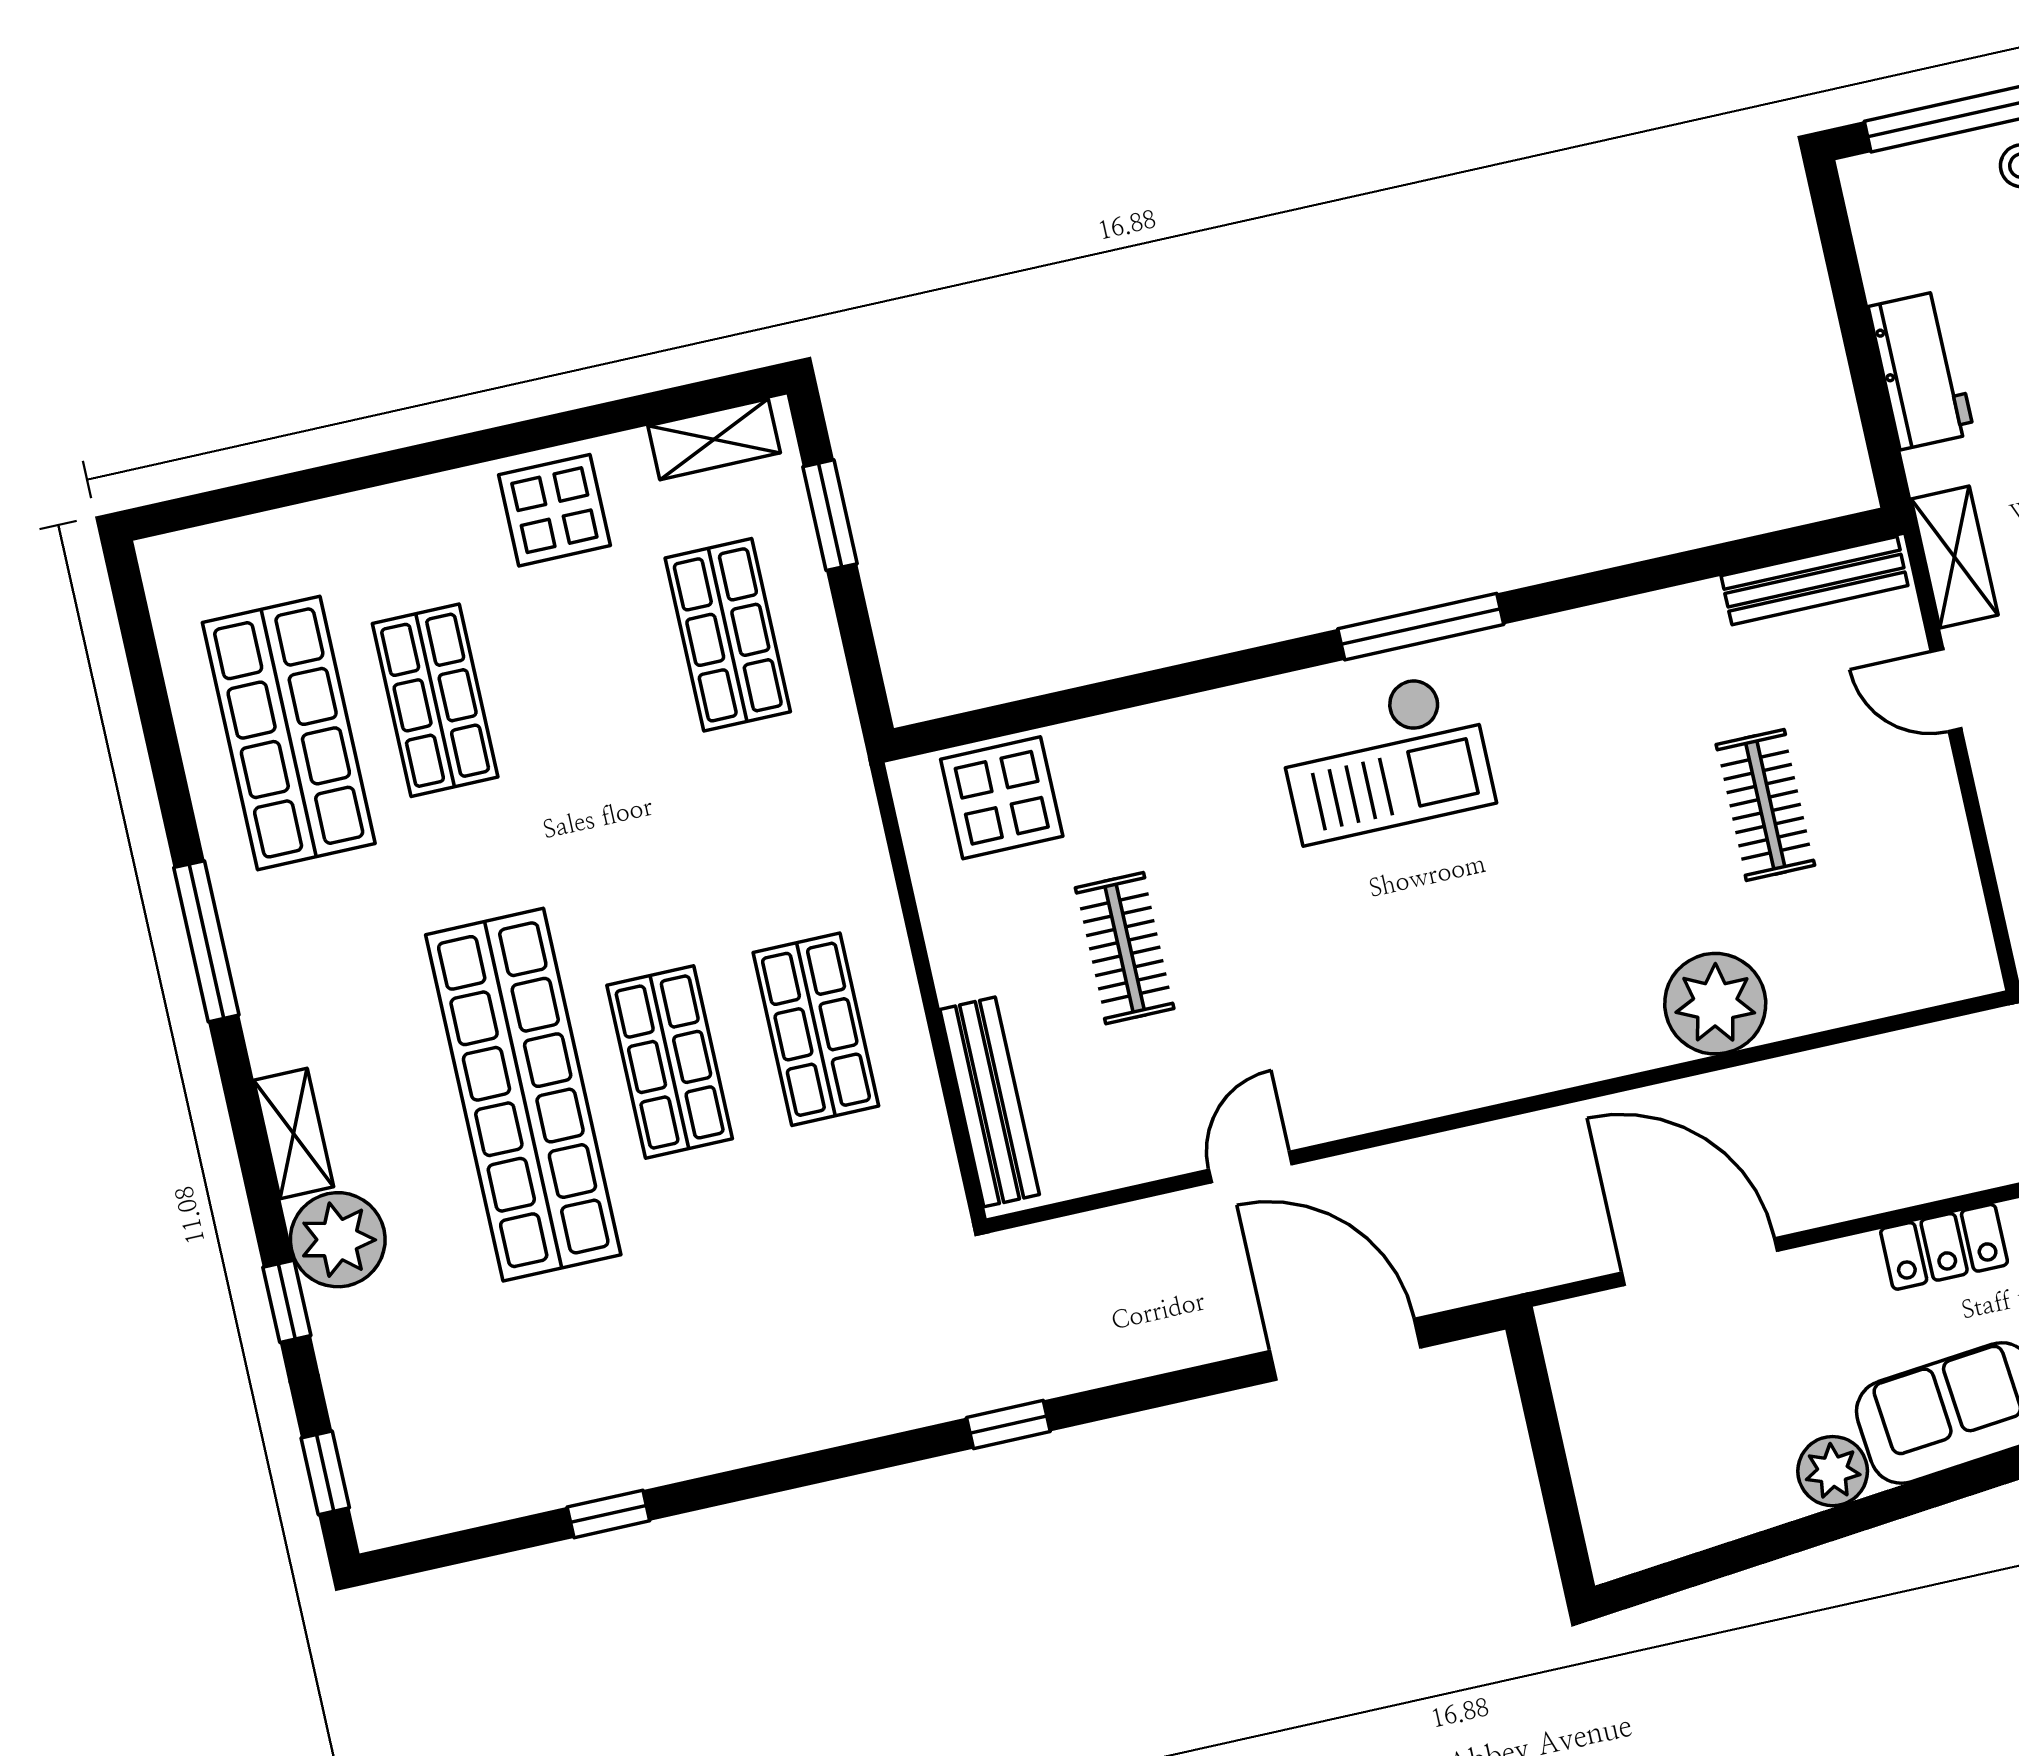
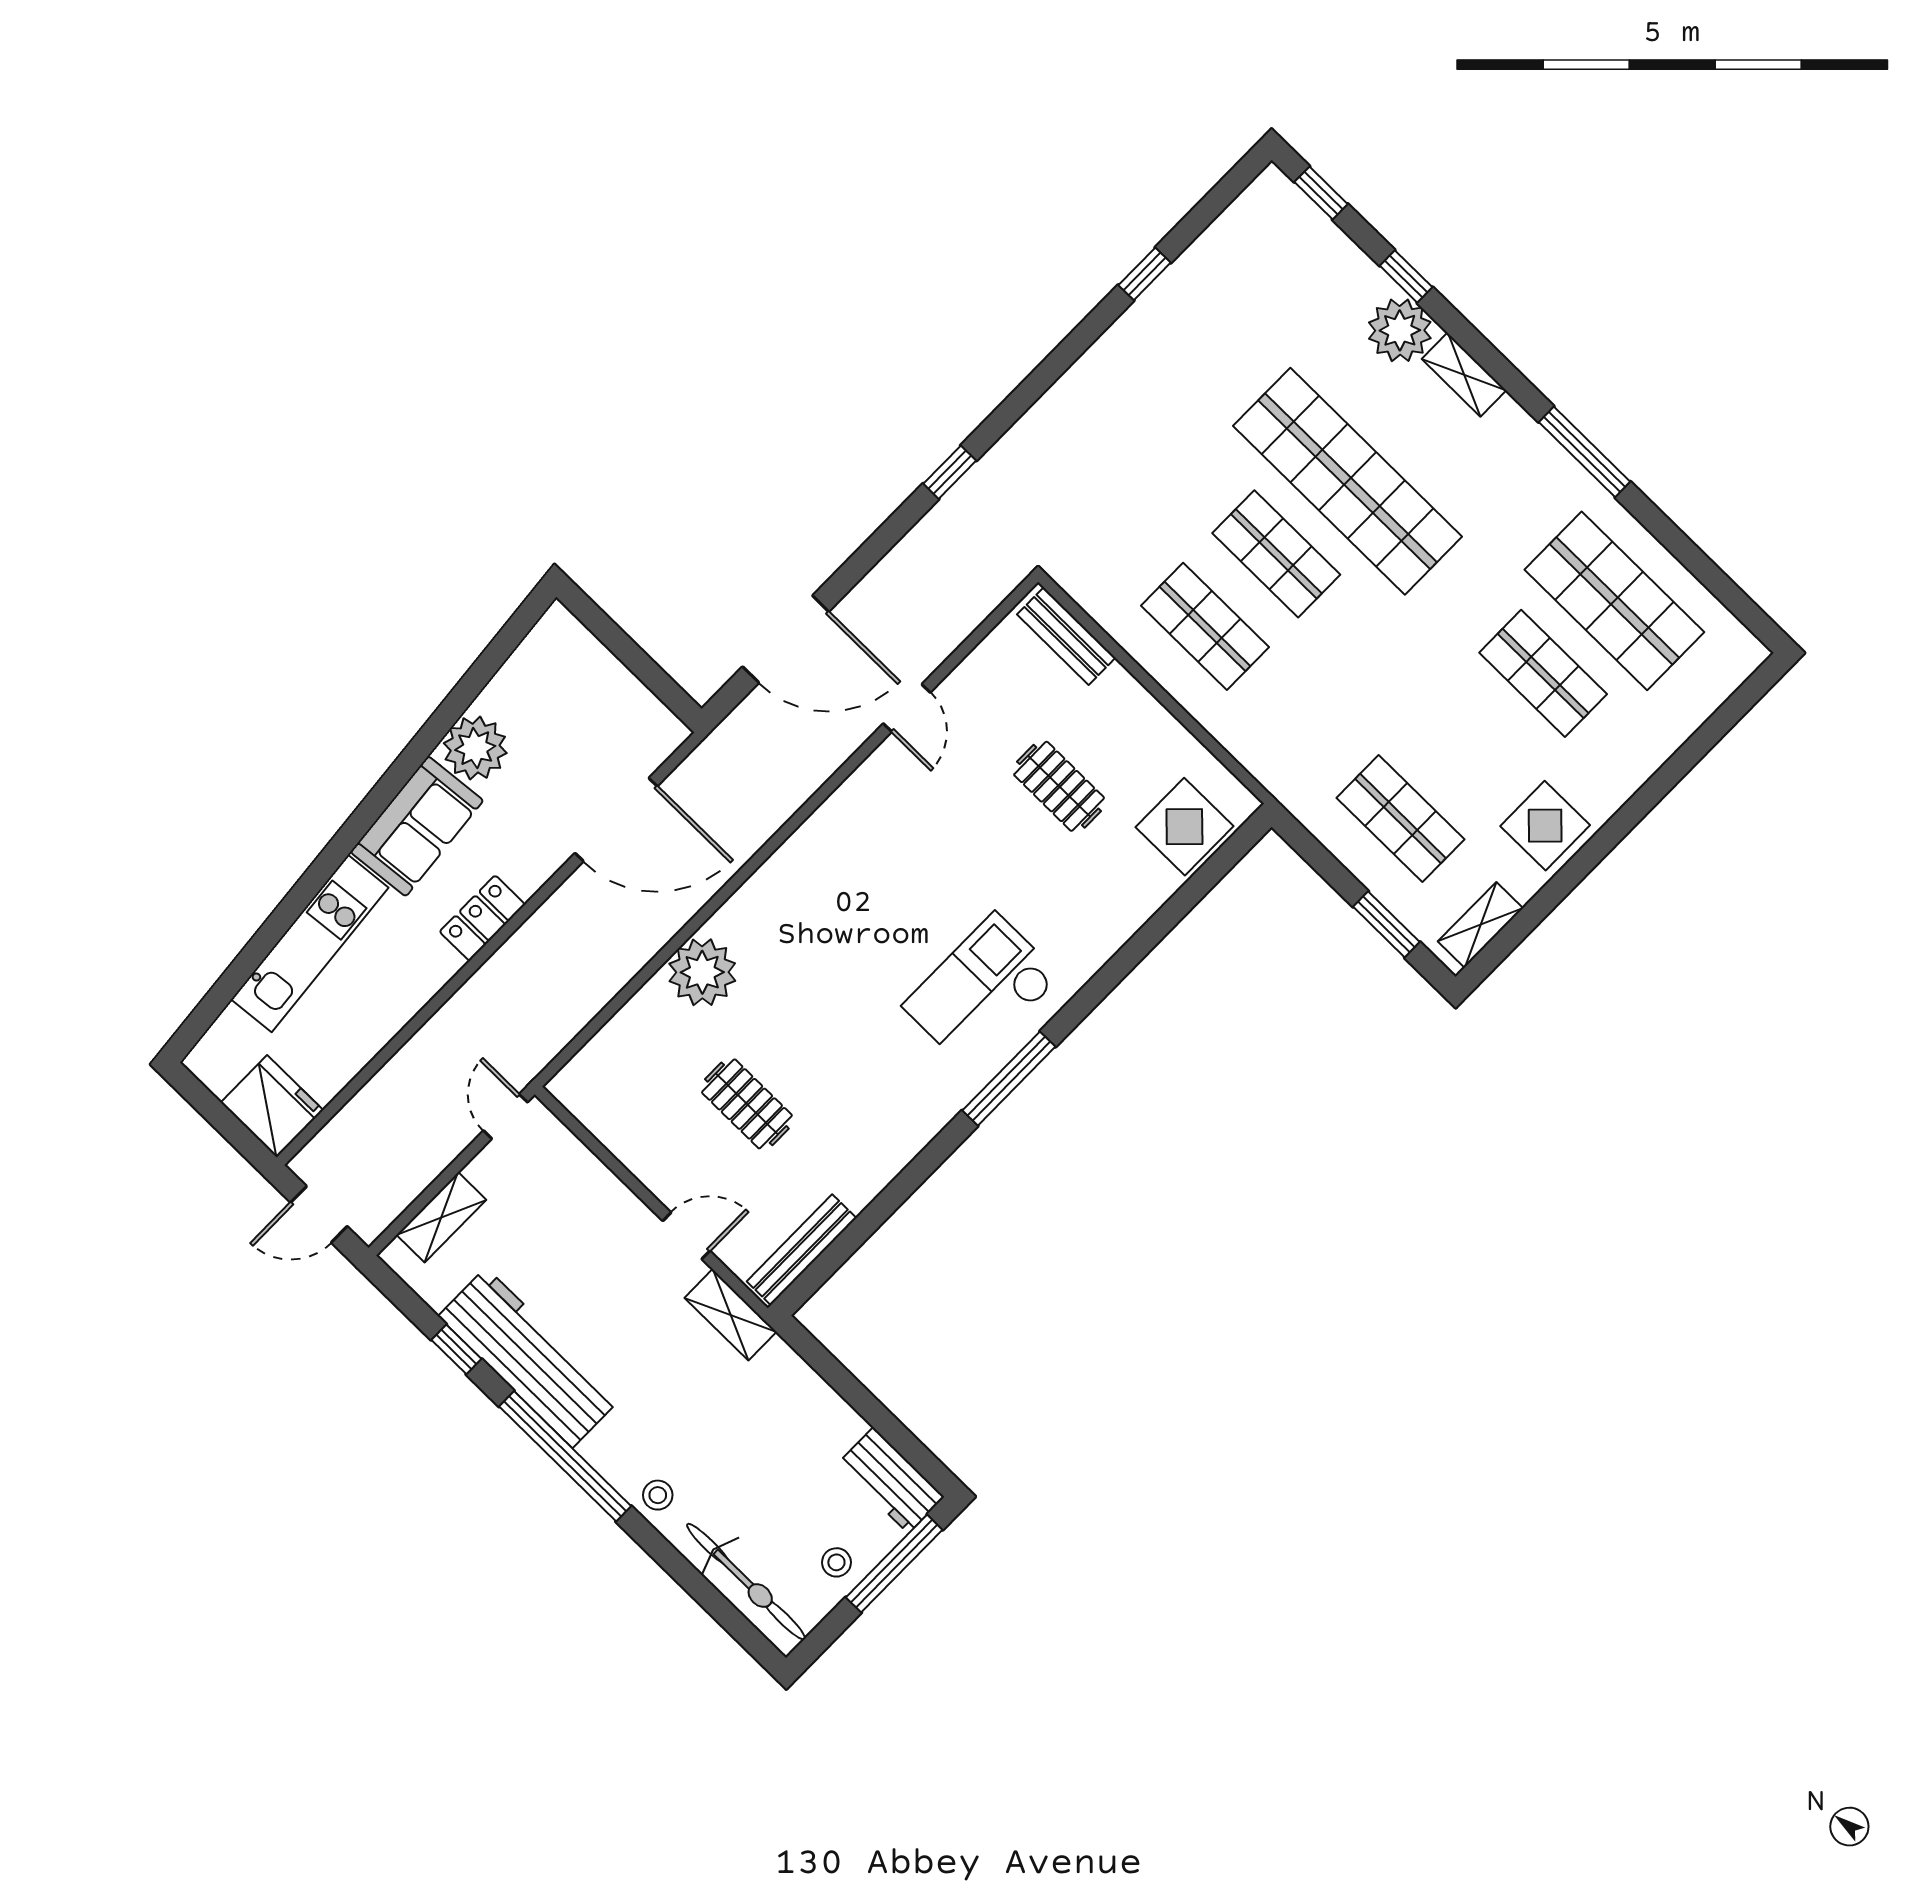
workbench: (1921, 370) -> (891, 1480), moved
bench: (990, 1102) -> (1066, 636), width x0.73
plant: (1833, 1471) -> (475, 748), width x1.36, depth x1.36

